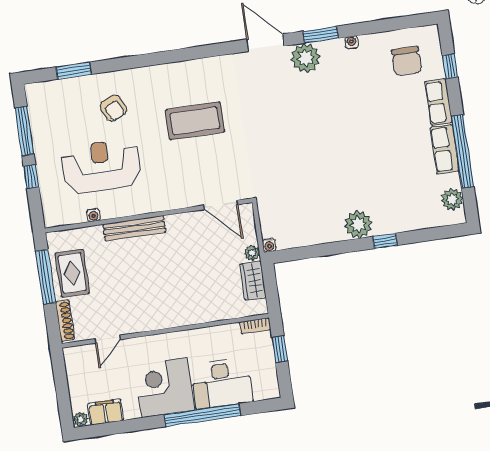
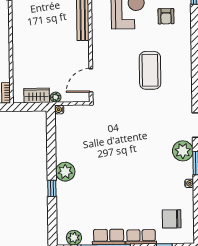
armchair: (113, 108) -> (166, 16), turned -65

